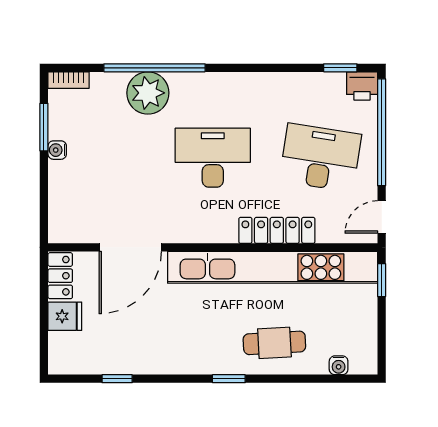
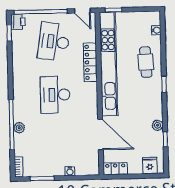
plant: (148, 93) -> (19, 128), width x0.53, depth x0.53
water cooler: (57, 150) -> (70, 171), moved
fridge: (65, 316) -> (150, 166), moved
plant: (146, 363) -> (158, 125), added

